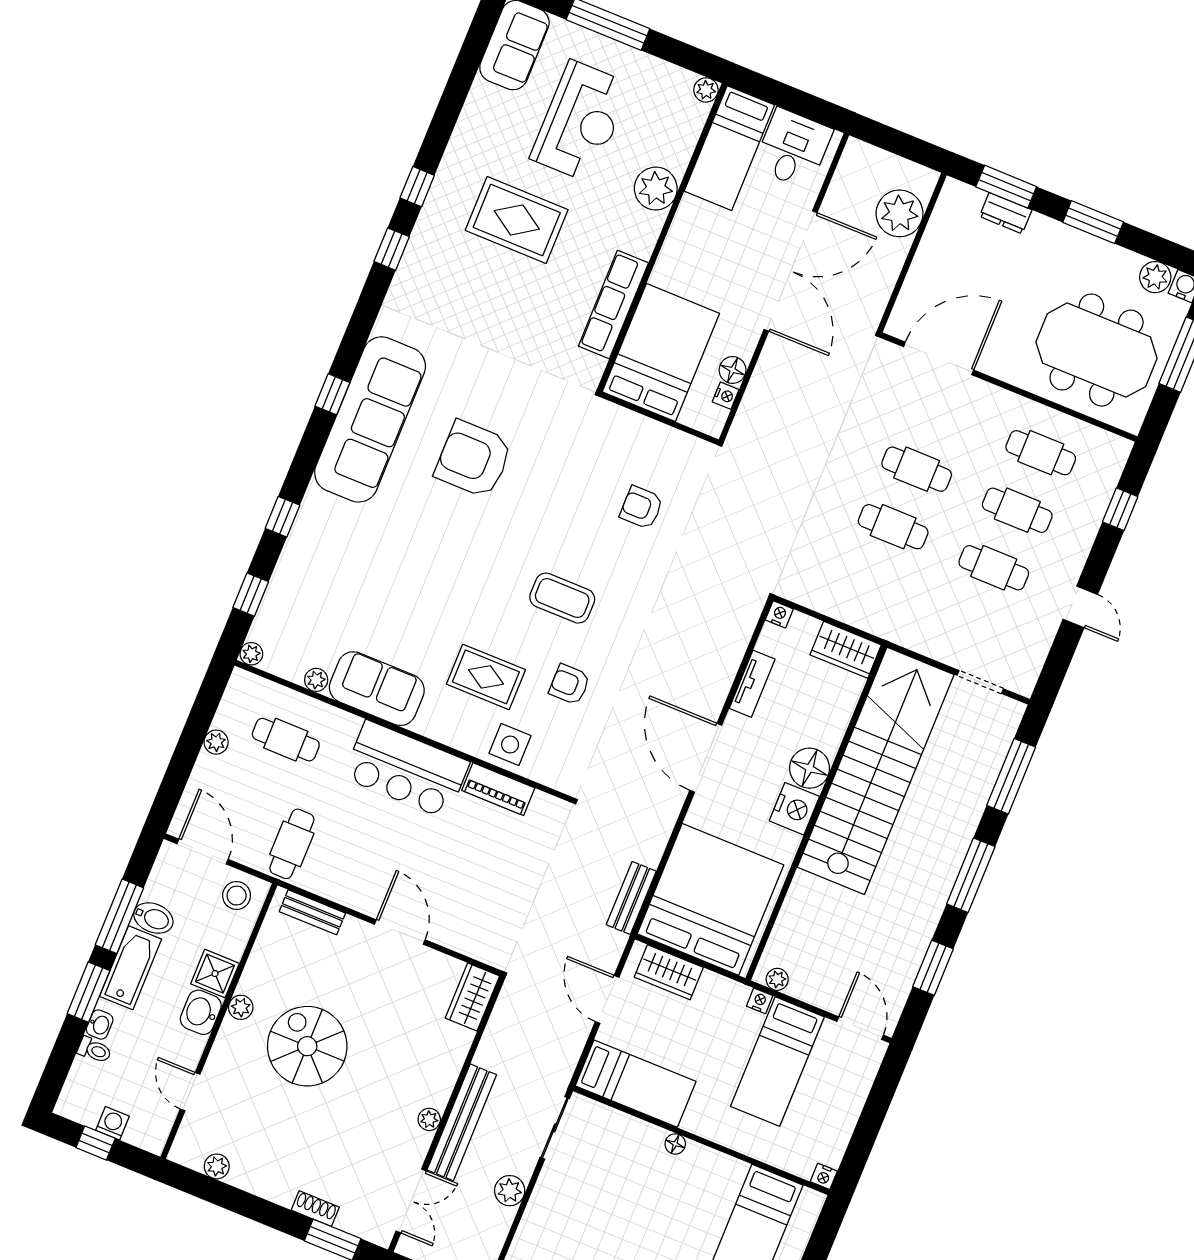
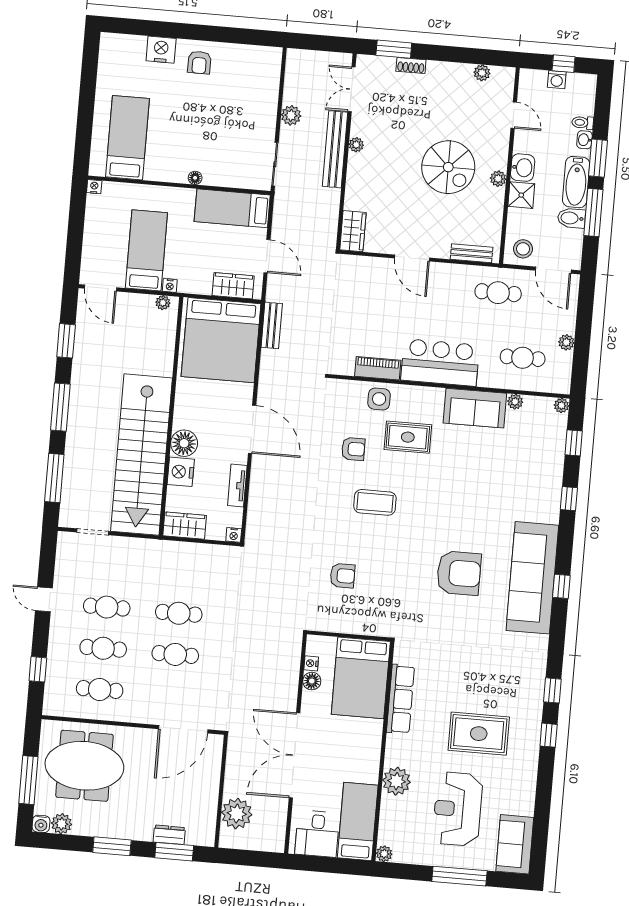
nightstand: (794, 809) -> (181, 472), moved
cafe table: (292, 844) -> (498, 293), turned 90

